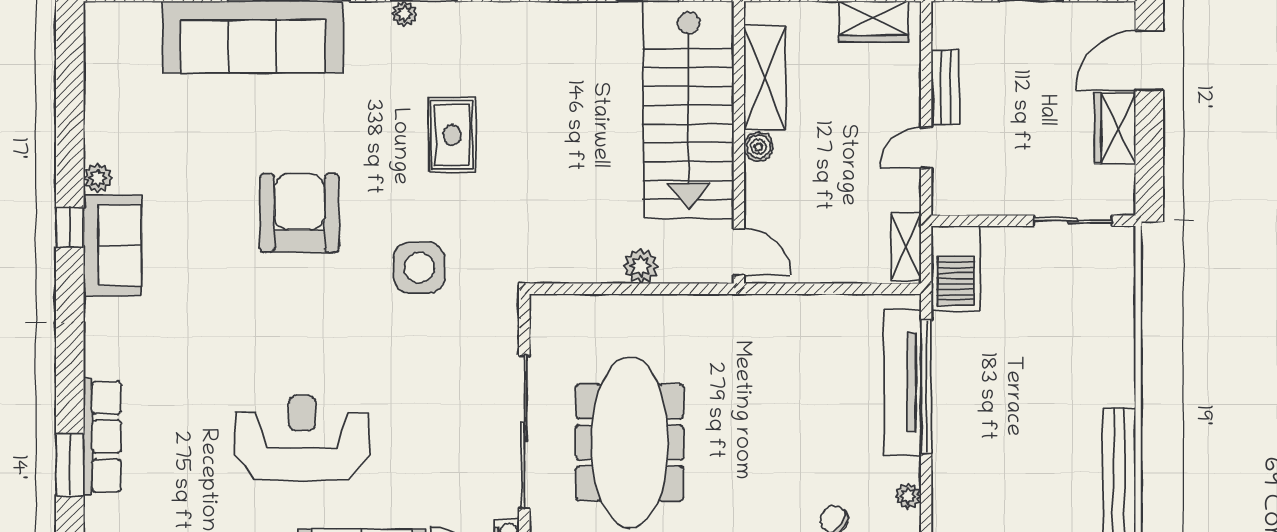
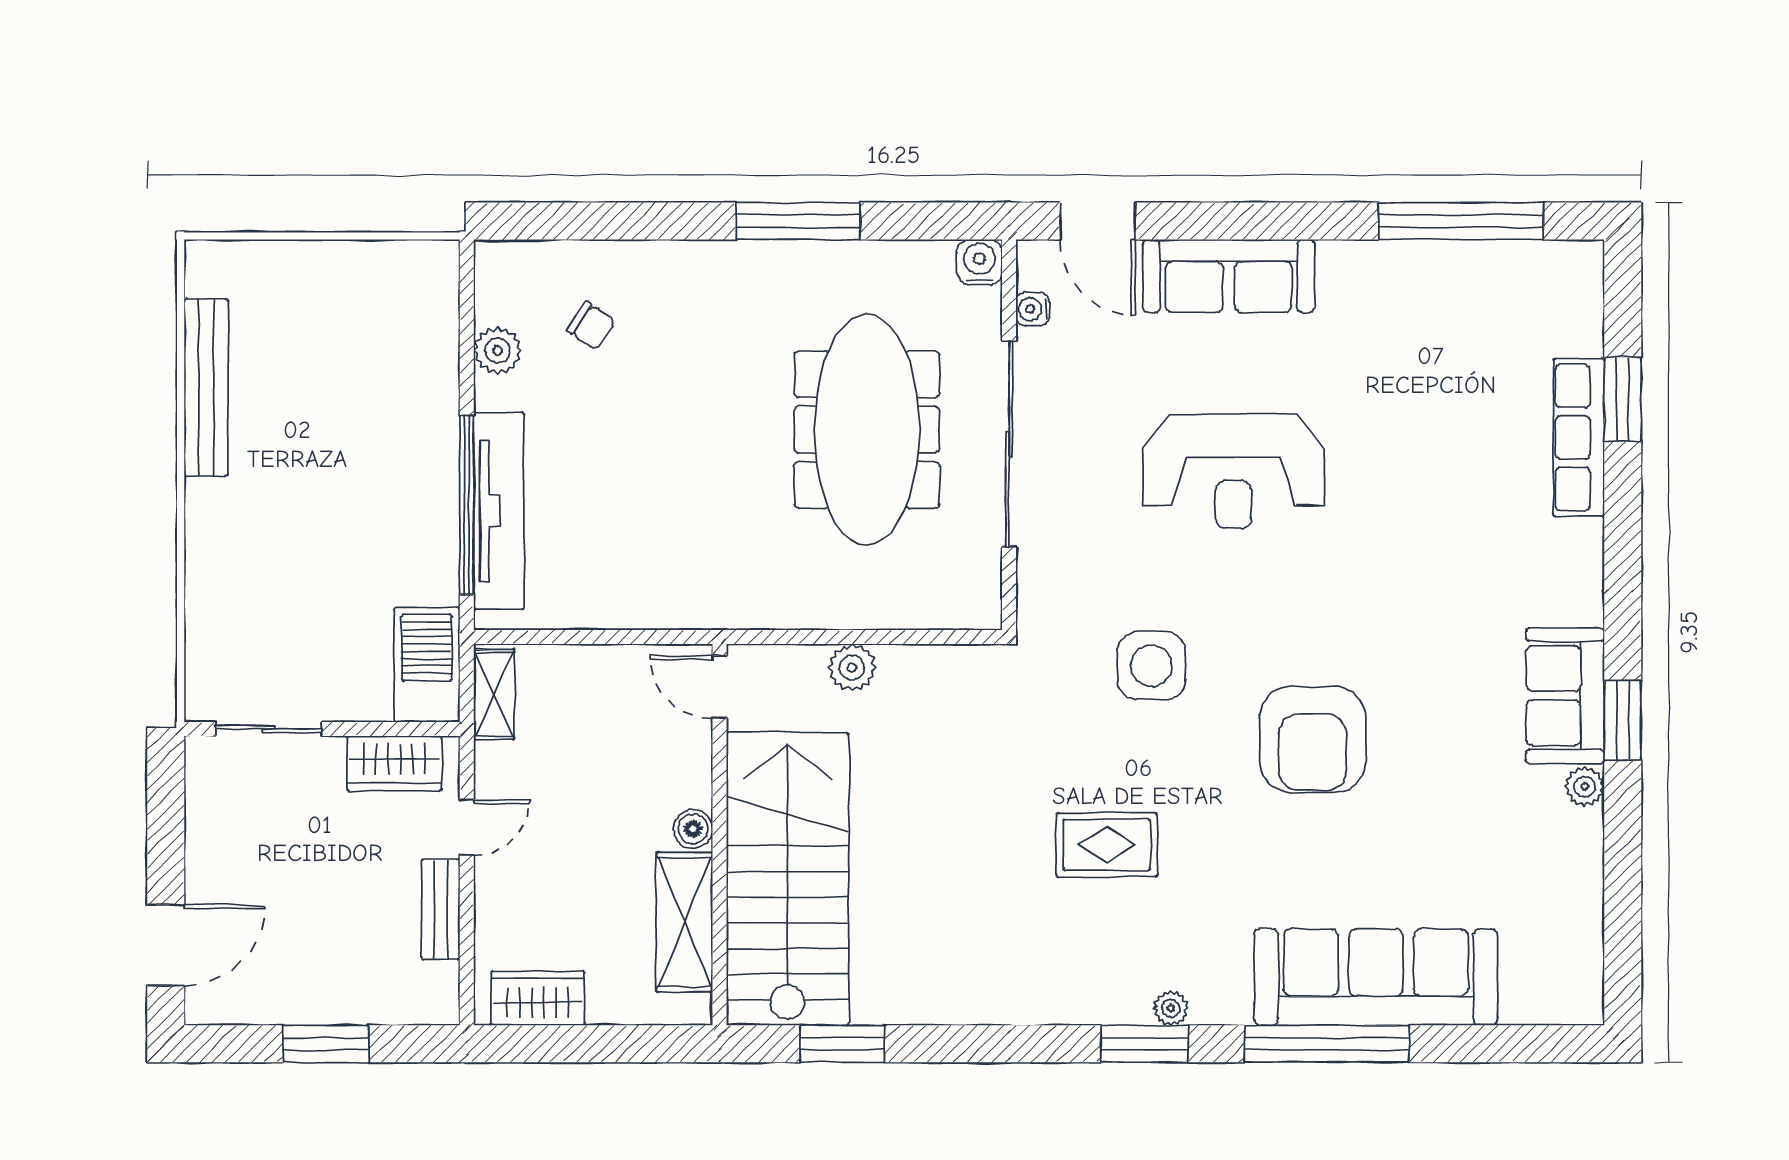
wardrobe: (1115, 128) -> (394, 763), moved, turned 90
rug: (452, 135) -> (1107, 845), turned 90
window: (70, 227) -> (1623, 720), width x1.50
reception desk: (302, 438) -> (1233, 471), moved
plant: (908, 496) -> (498, 351), width x1.38, depth x1.38

